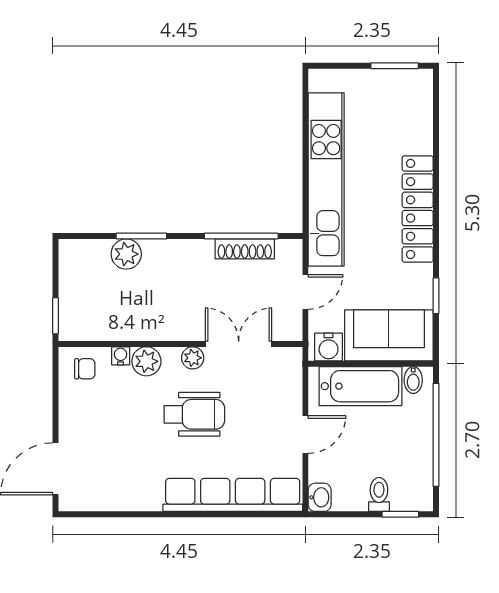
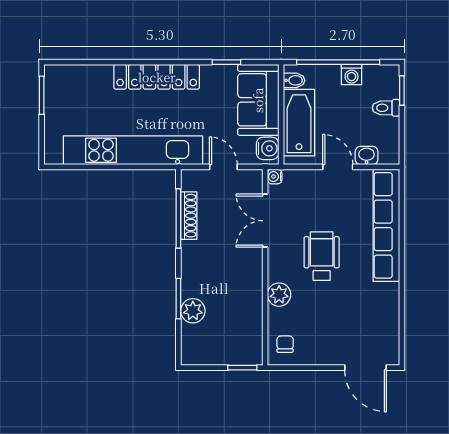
water cooler: (121, 356) -> (275, 177), moved
plant: (193, 358) -> (276, 257), removed
washing machine: (420, 452) -> (352, 75), added
washbasin: (320, 497) -> (367, 156), moved

